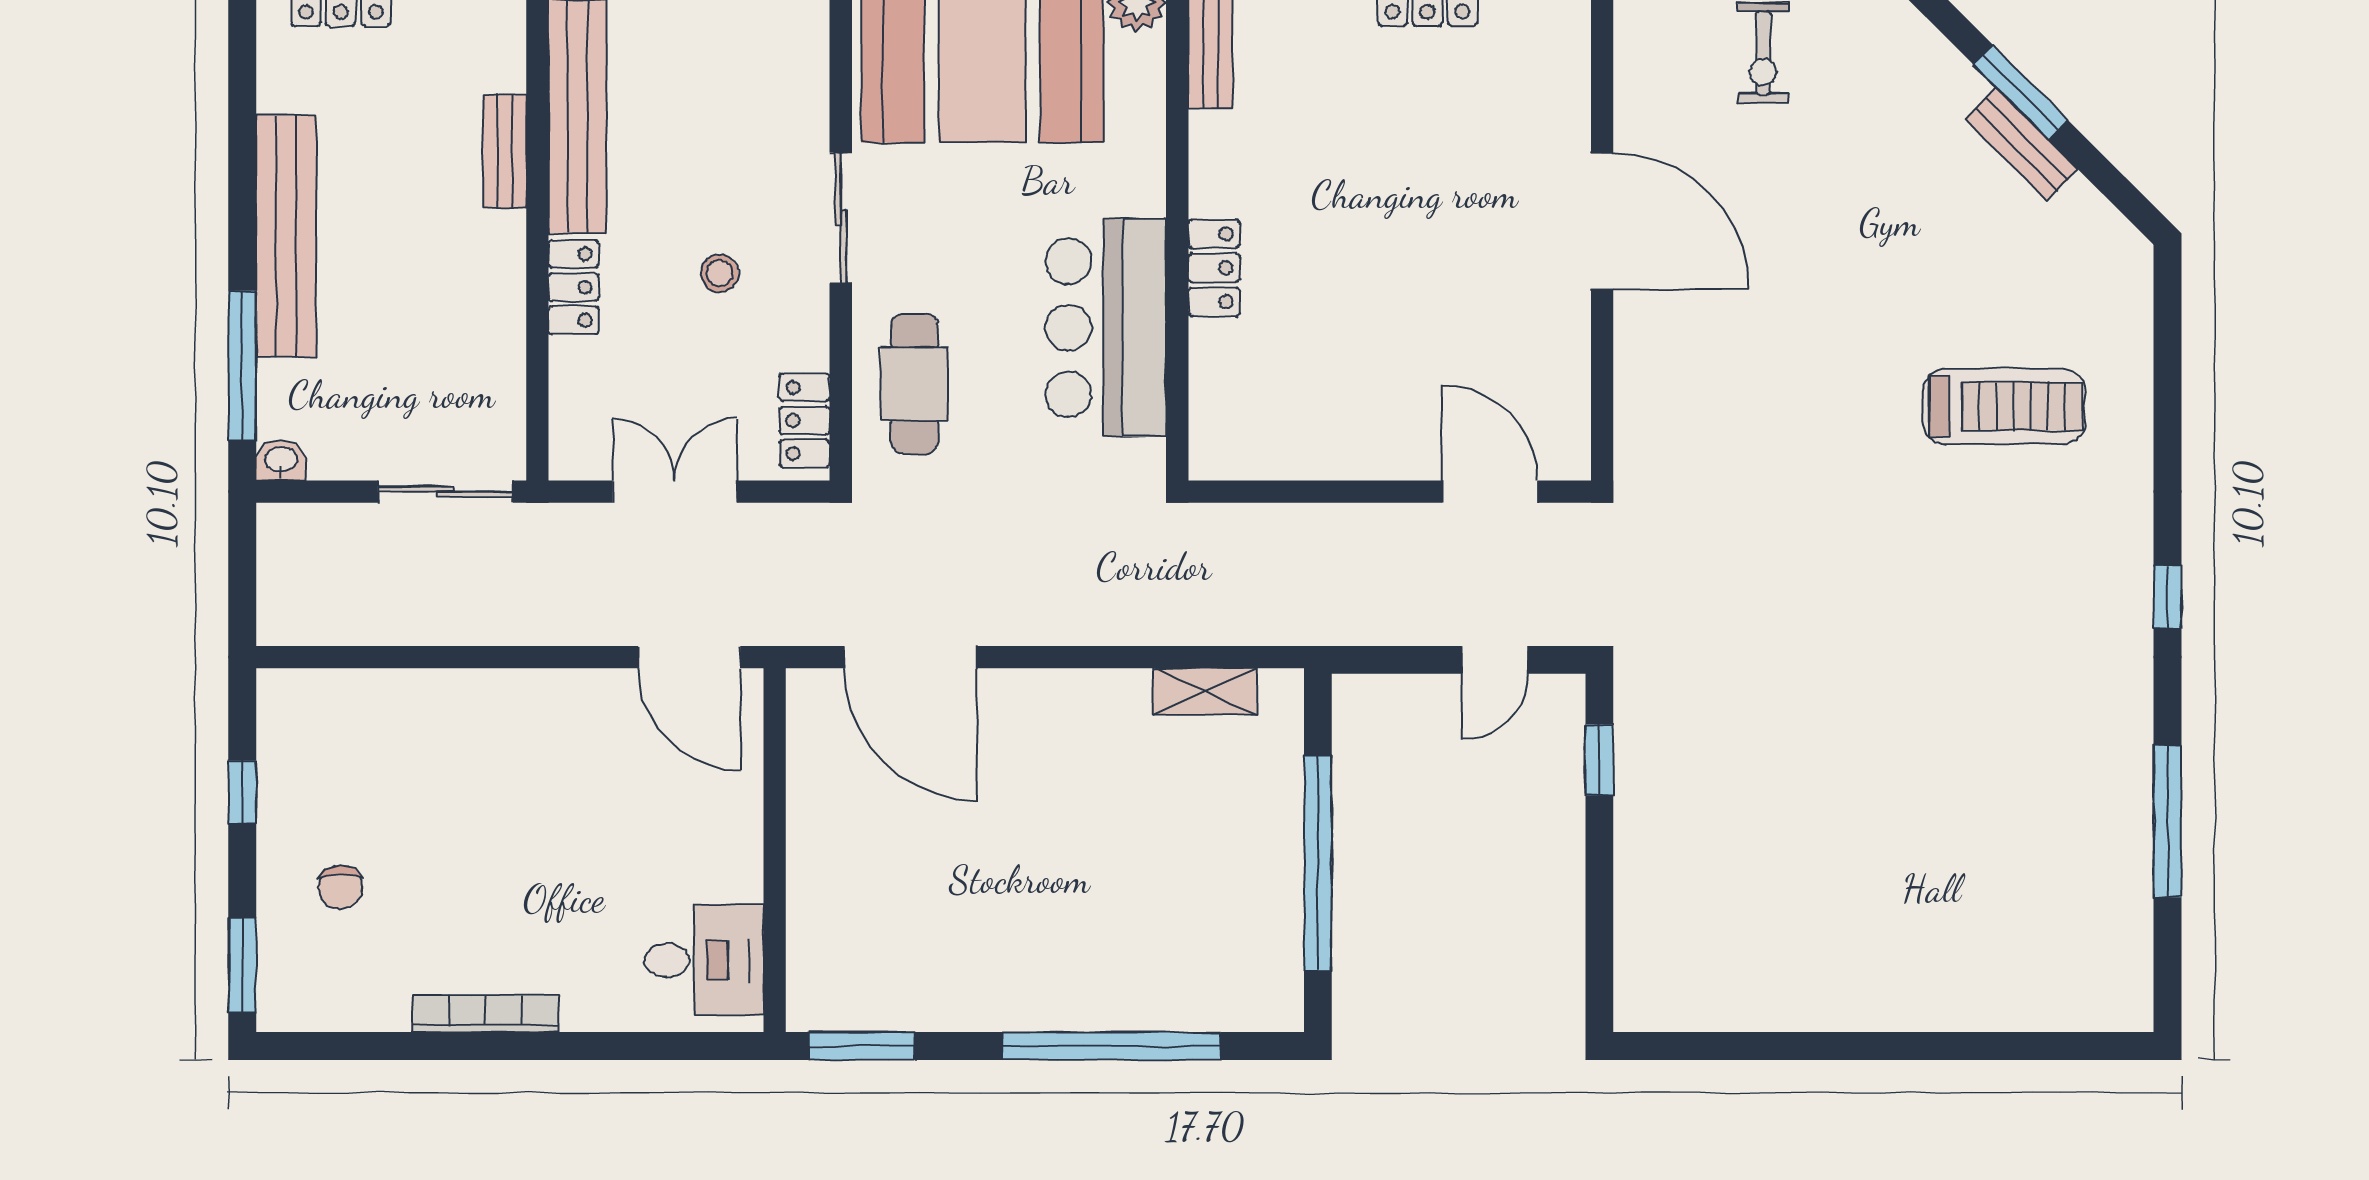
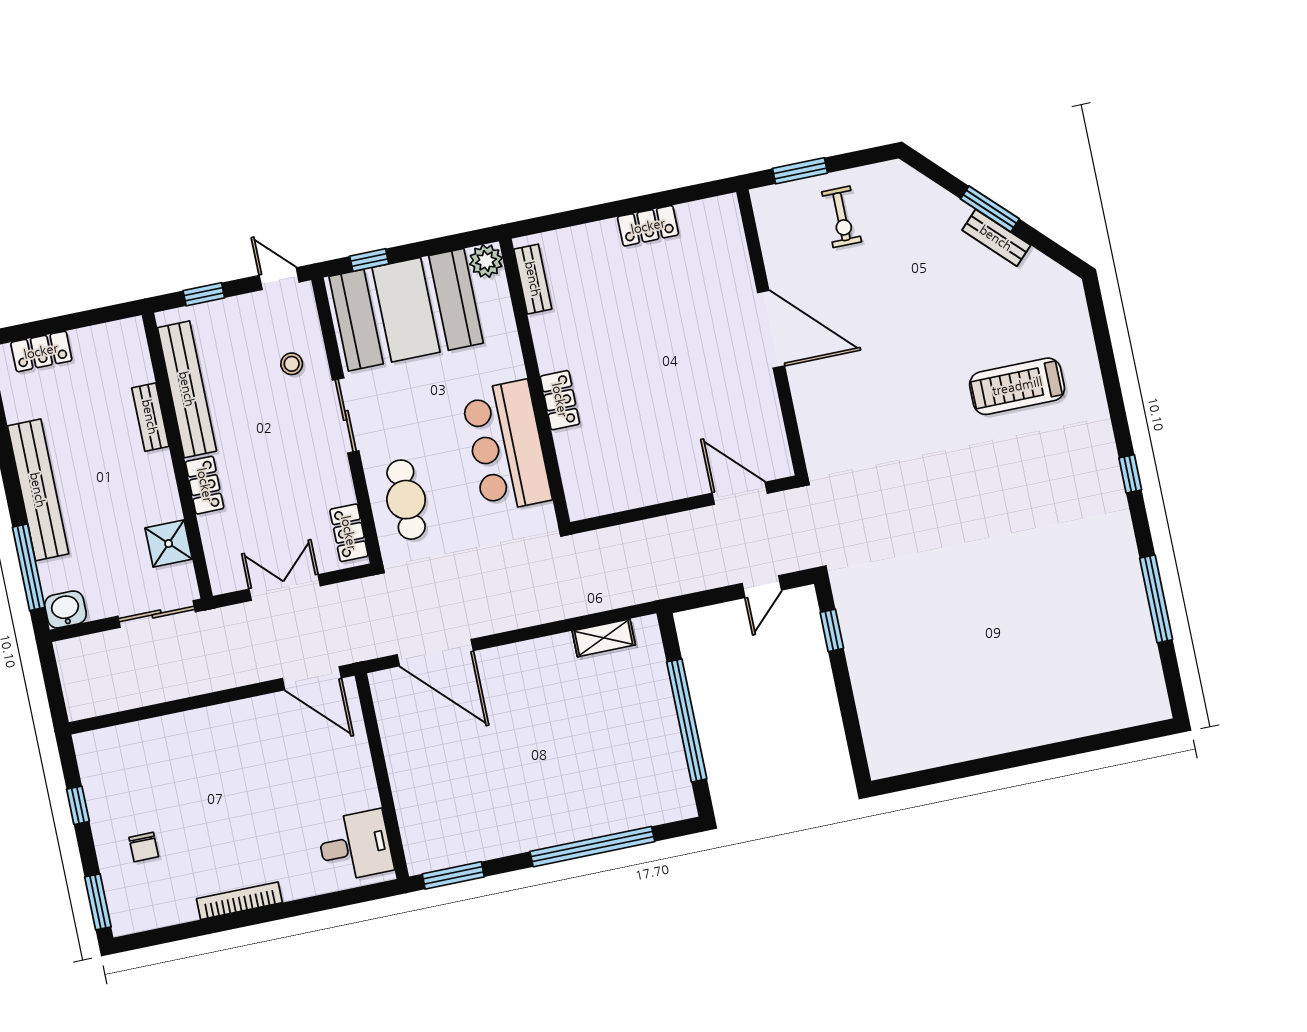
stool: (720, 273) -> (292, 364), moved
shower: (491, 375) -> (169, 544), added
treadmill: (2004, 407) -> (1017, 386), turned 180
washbasin: (281, 460) -> (65, 609), width x1.38, depth x1.45

